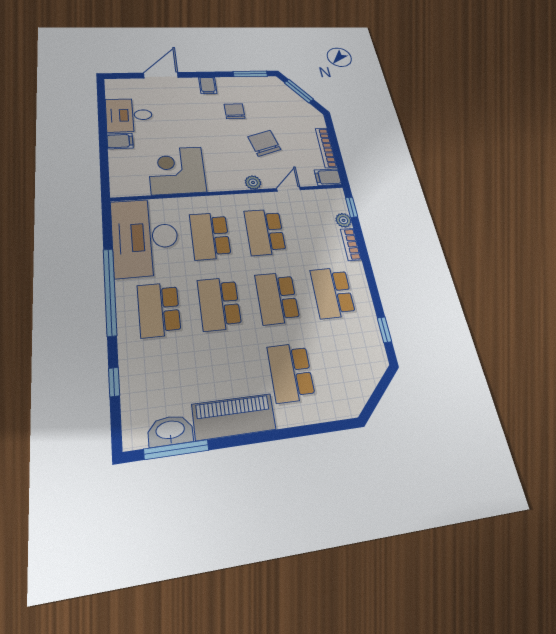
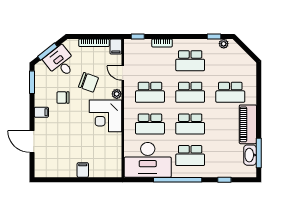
desk: (129, 115) -> (60, 62), moved, turned 142
chair: (264, 143) -> (89, 82), turned -144
corner desk: (177, 170) -> (106, 116), moved
plant: (344, 220) -> (224, 44), moved

